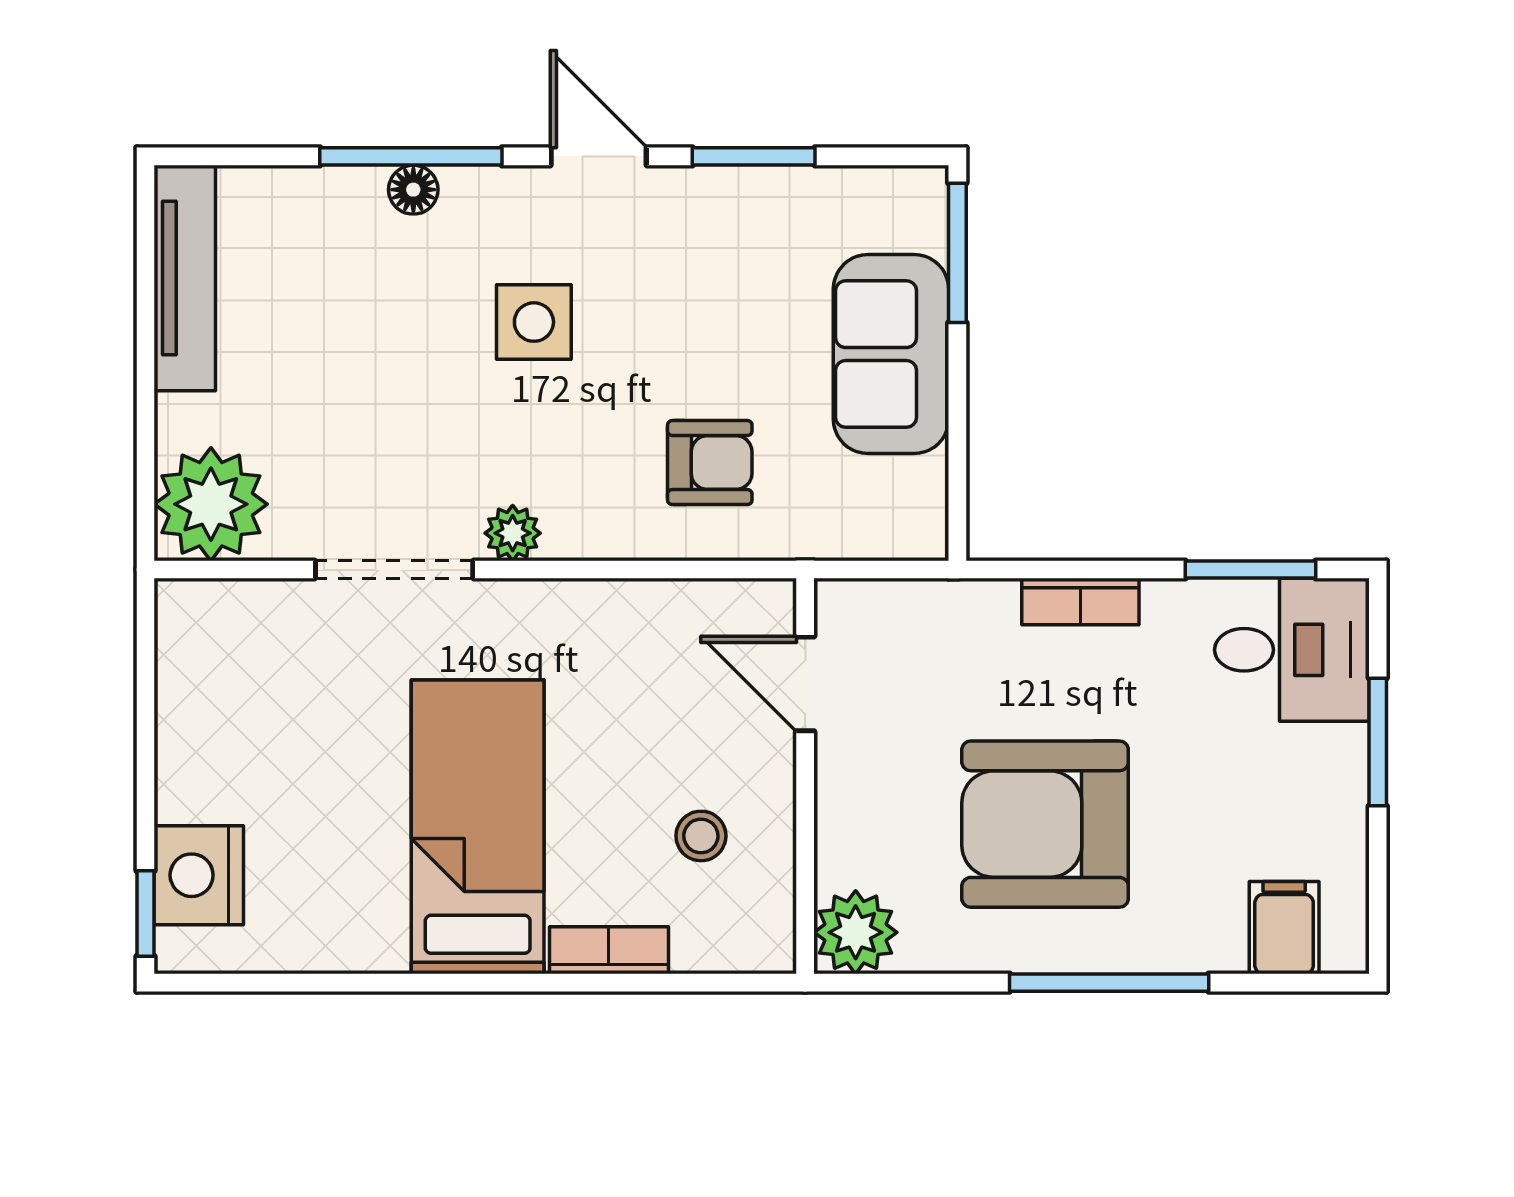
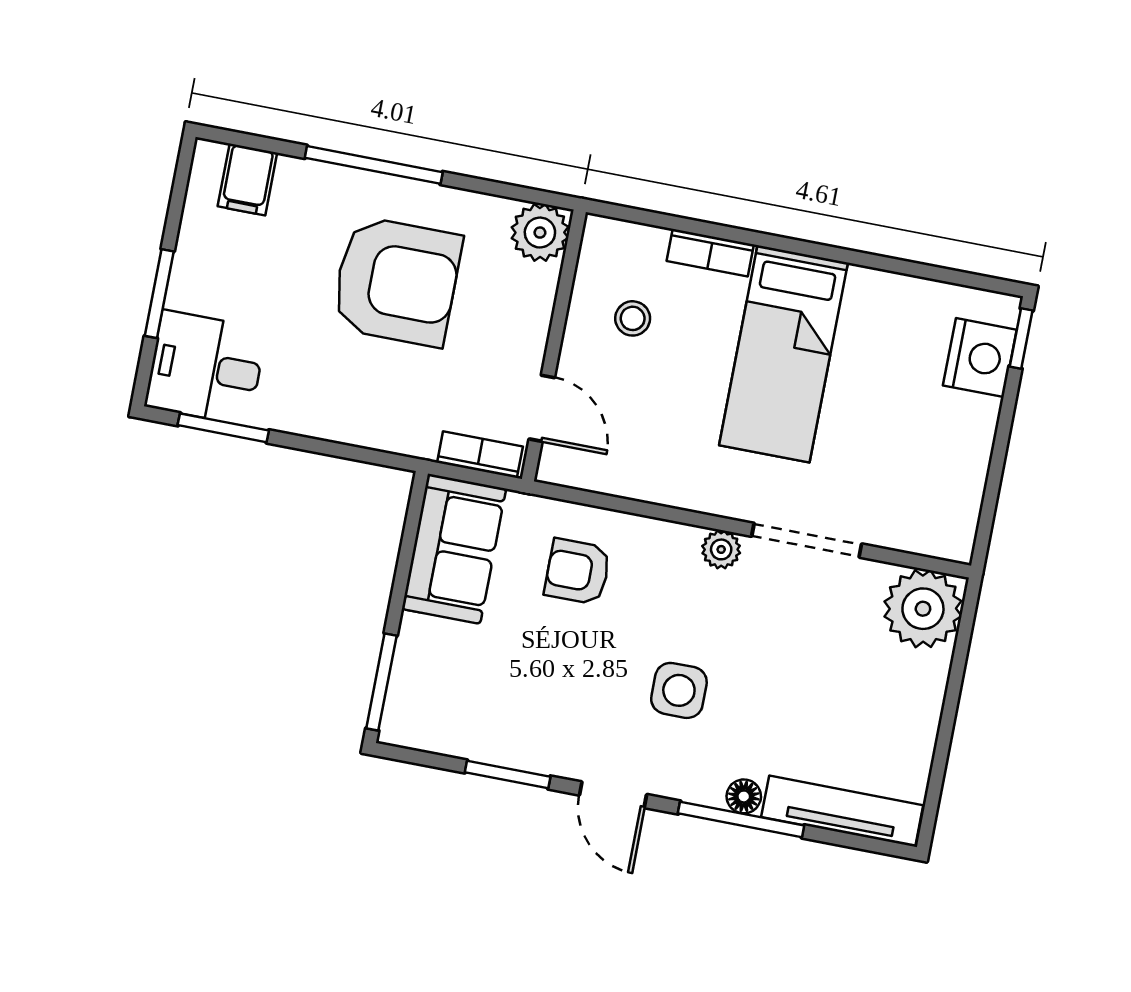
tv unit: (185, 278) -> (842, 811), moved, turned 90
sofa: (891, 354) -> (454, 549), moved
bookcase: (1080, 602) -> (480, 455), moved

